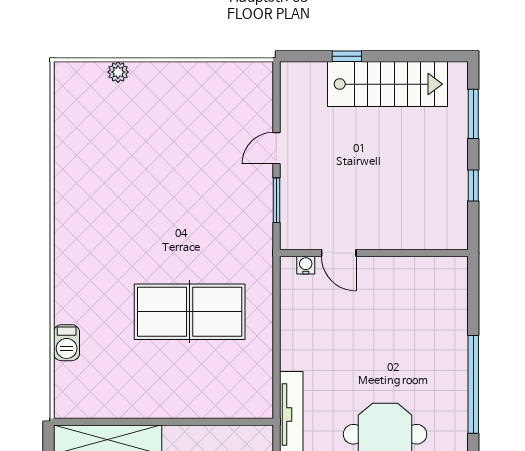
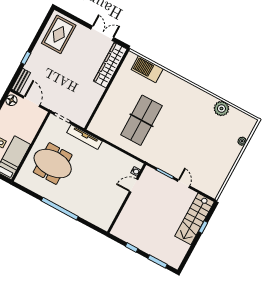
stairs: (388, 84) -> (194, 219), moved
plant: (72, 154) -> (221, 109), added
barbecue: (67, 343) -> (147, 69), width x1.88, depth x1.53

